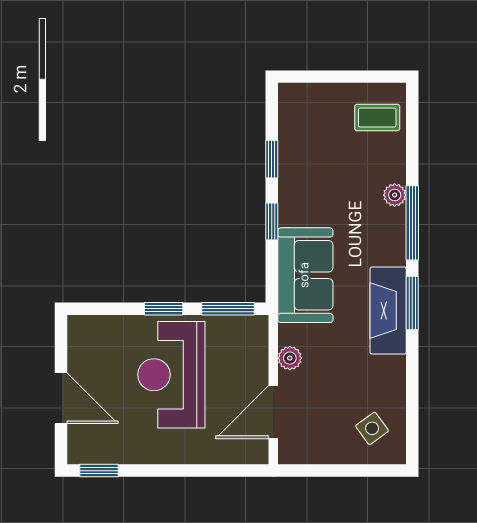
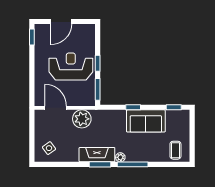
window: (272, 159) -> (174, 107), moved
plant: (395, 195) -> (120, 157), moved
sofa: (305, 275) -> (146, 121), moved
plant: (290, 358) -> (82, 119), width x1.88, depth x1.88

